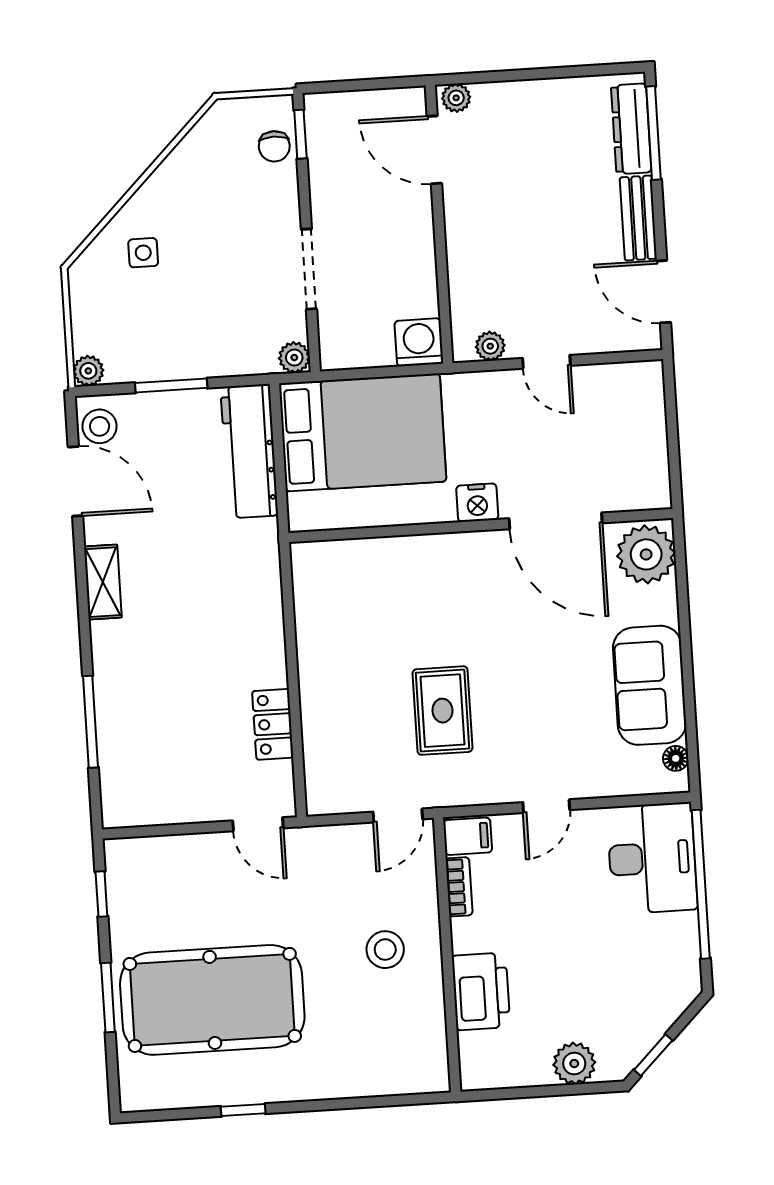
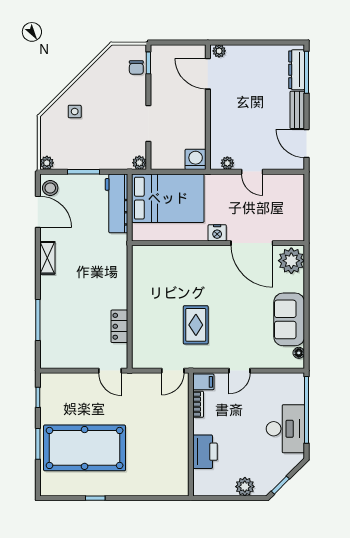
desk: (652, 858) -> (285, 429), moved
stool: (385, 950) -> (163, 430), removed

